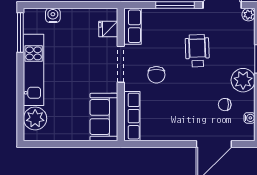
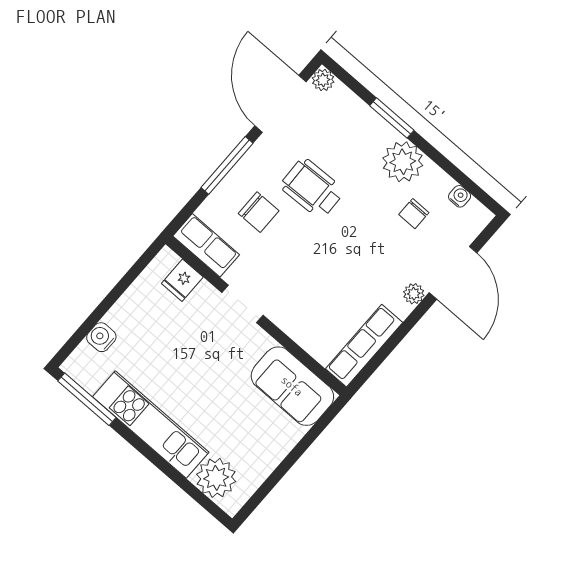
doorway: (121, 64) -> (242, 304), width x0.73
chair: (156, 75) -> (259, 212), moved
row of seats: (132, 116) -> (364, 346), moved, turned -90
plant: (190, 135) -> (414, 294), added

